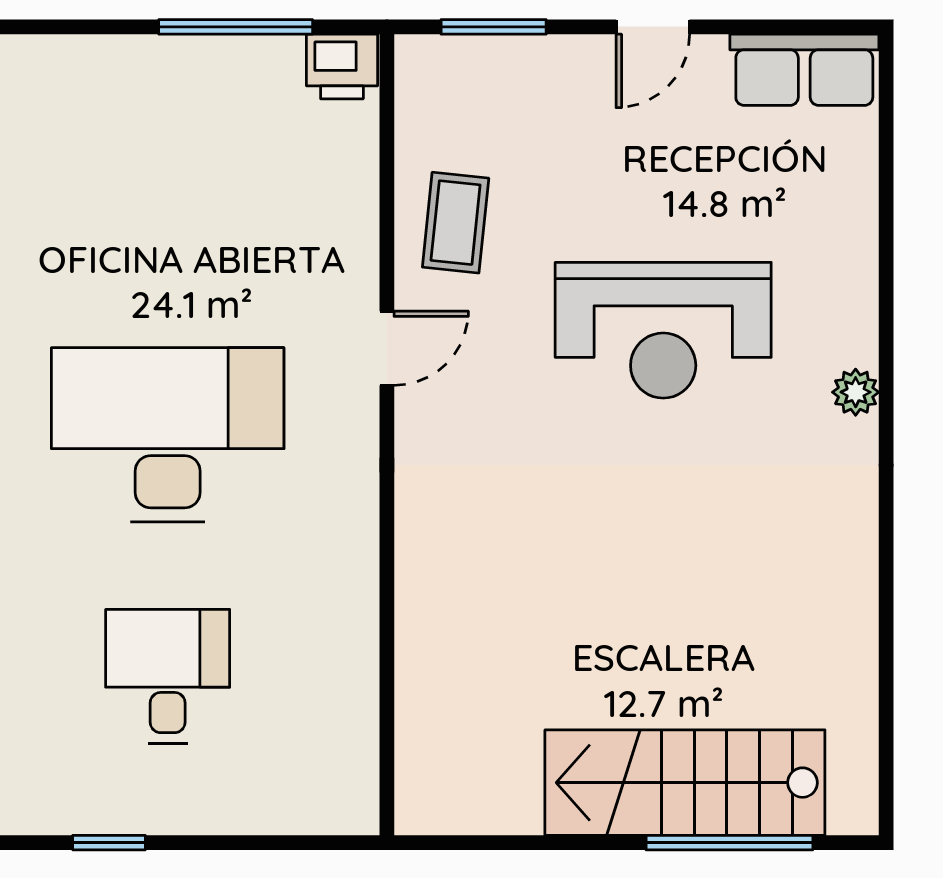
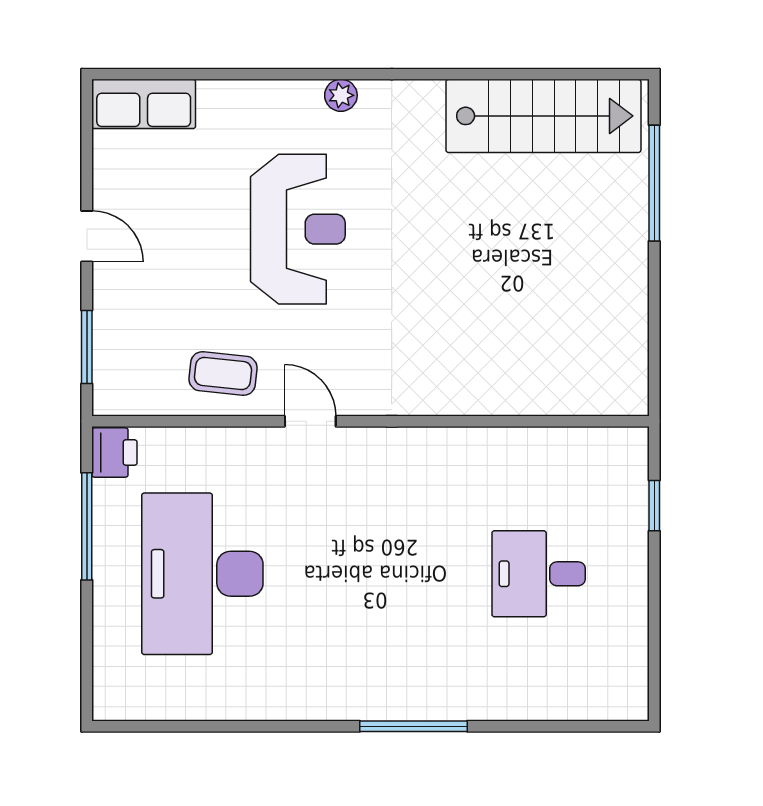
row of seats: (804, 70) -> (144, 104), moved, turned 90
desk: (168, 435) -> (202, 574), moved
stairs: (685, 783) -> (543, 116), moved, turned -90
window: (109, 843) -> (654, 506), moved

